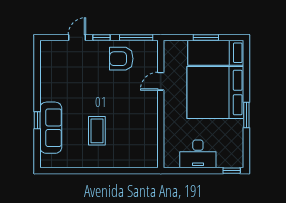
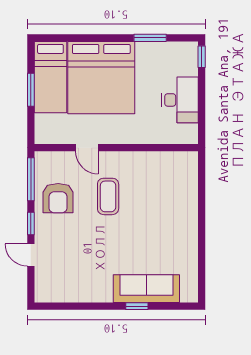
window: (246, 115) -> (150, 38), moved
coffee table: (97, 131) -> (108, 196), moved, turned 90

